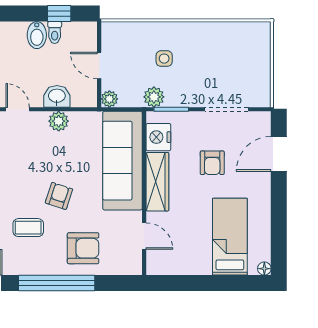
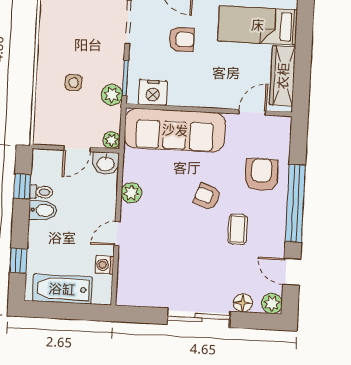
washbasin: (57, 96) -> (106, 163), moved, turned -90
wardrobe: (157, 182) -> (283, 76), moved, turned -90

